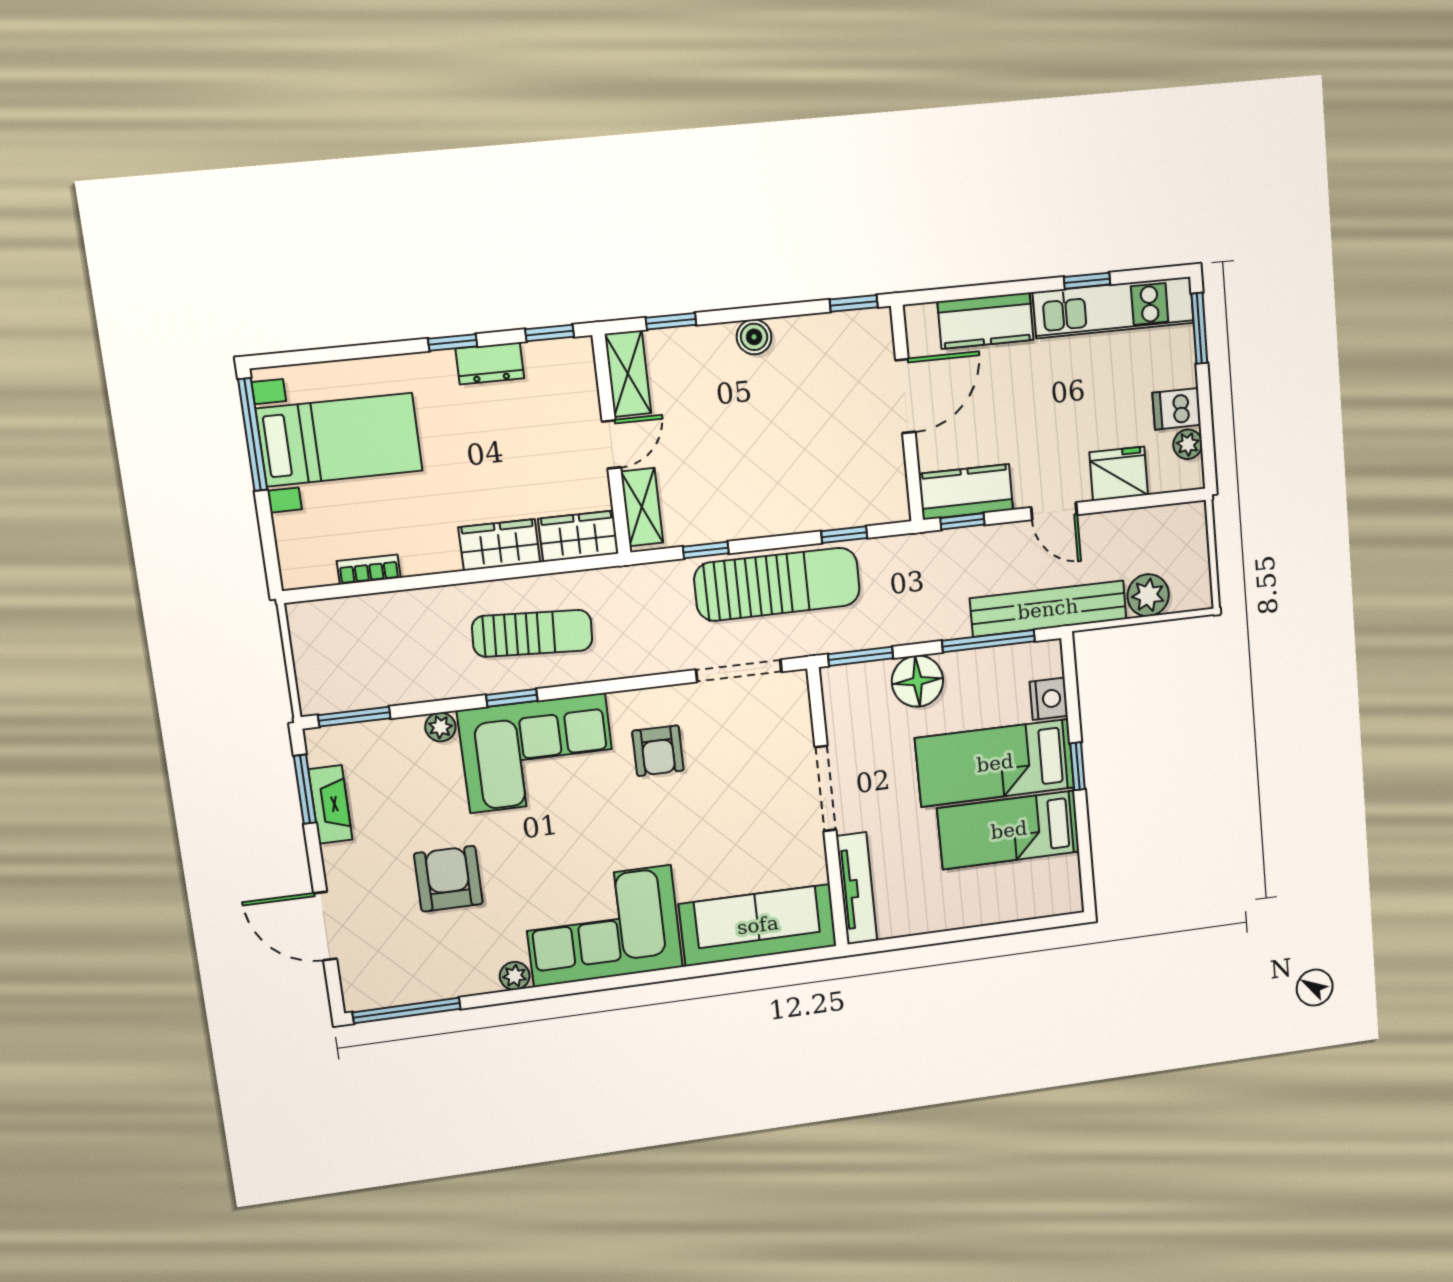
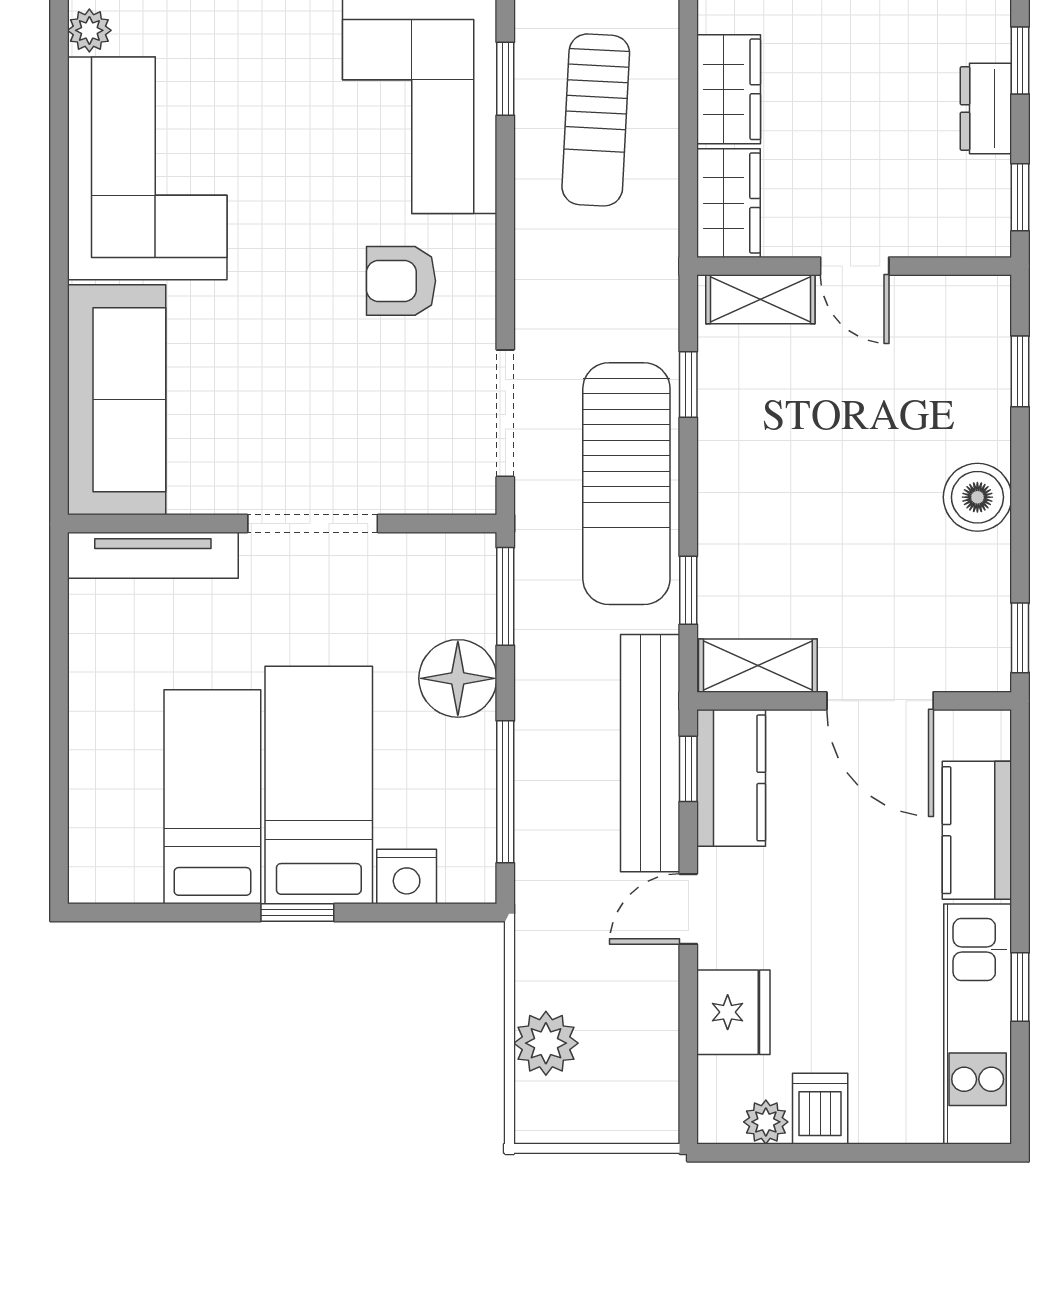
window: (1199, 328) -> (935, 1153), removed
boiler: (754, 337) -> (977, 497), width x1.36, depth x1.36
shelving: (628, 374) -> (758, 666), moved
bench: (1048, 609) -> (650, 753), moved

